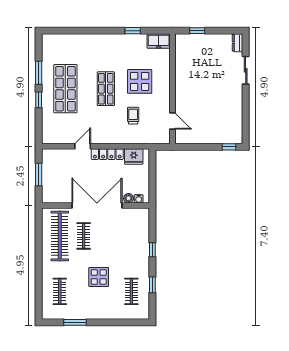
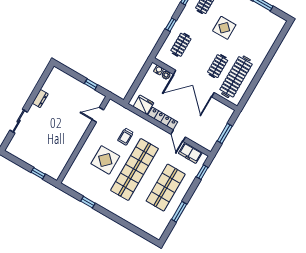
freezer: (159, 41) -> (190, 153), moved, turned 180
dresser: (238, 43) -> (40, 99), moved
shop shelf: (106, 89) -> (135, 169), width x2.00, depth x1.36
window: (39, 100) -> (202, 172), moved
door: (172, 121) -> (98, 115), hinge flipped
door: (83, 146) -> (178, 136), hinge flipped
window: (229, 147) -> (91, 84), moved
clothes rail: (60, 291) -> (181, 45), moved

